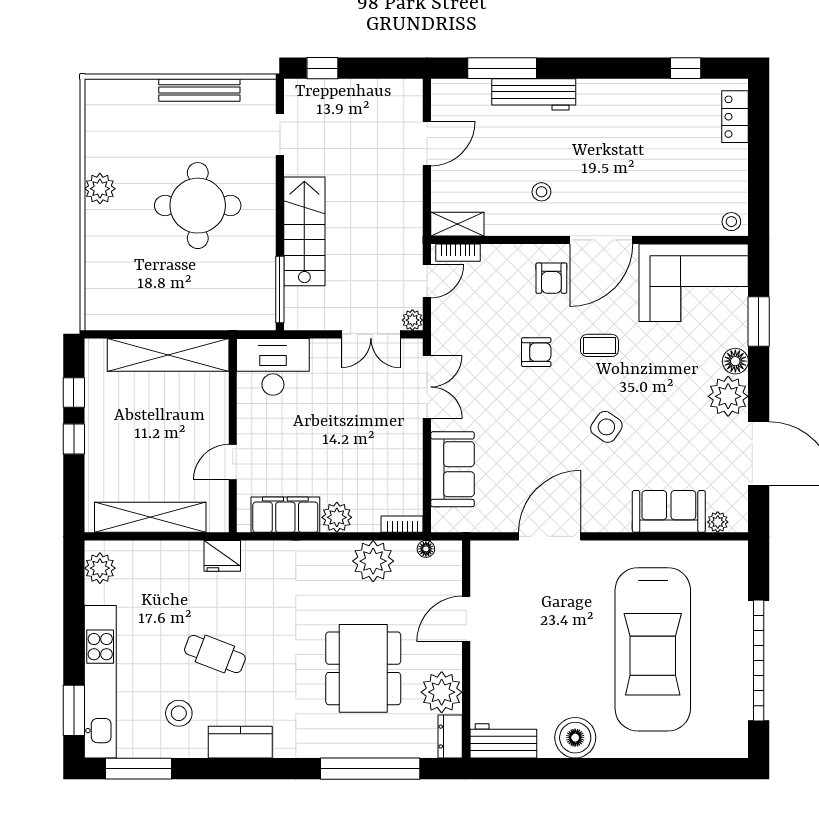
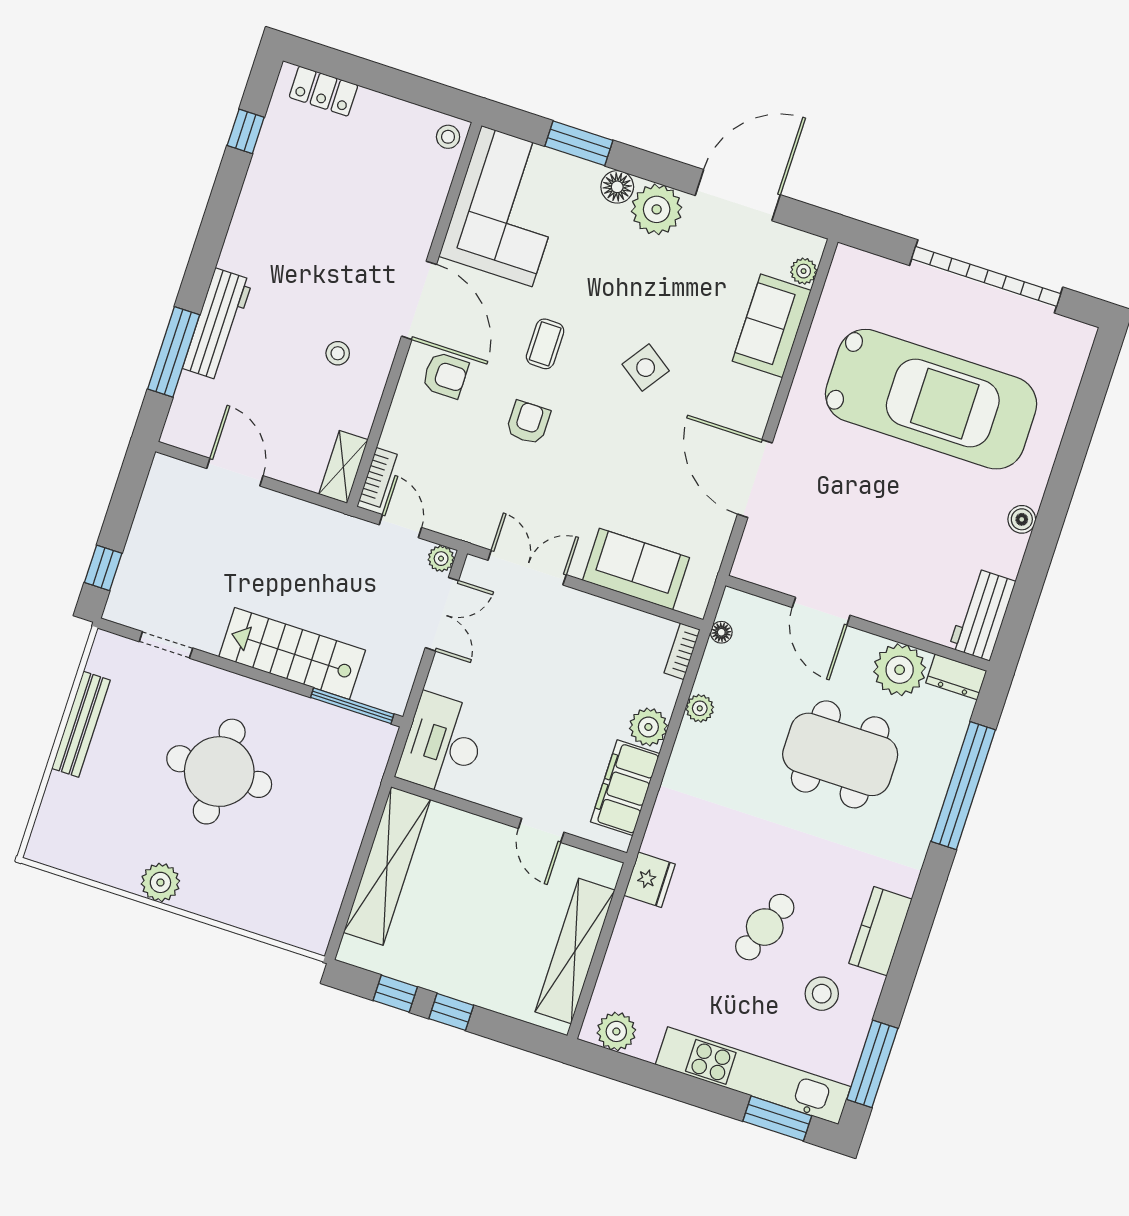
plant: (373, 561) -> (700, 708), width x0.53, depth x0.53
boiler: (575, 738) -> (1022, 519), width x0.54, depth x0.54

